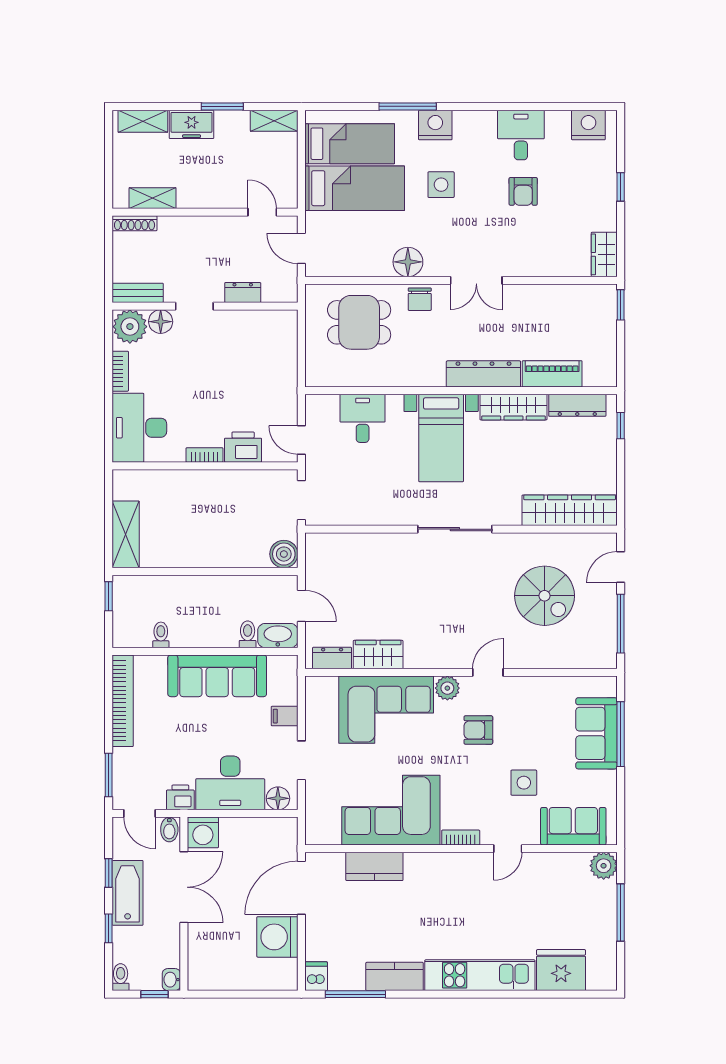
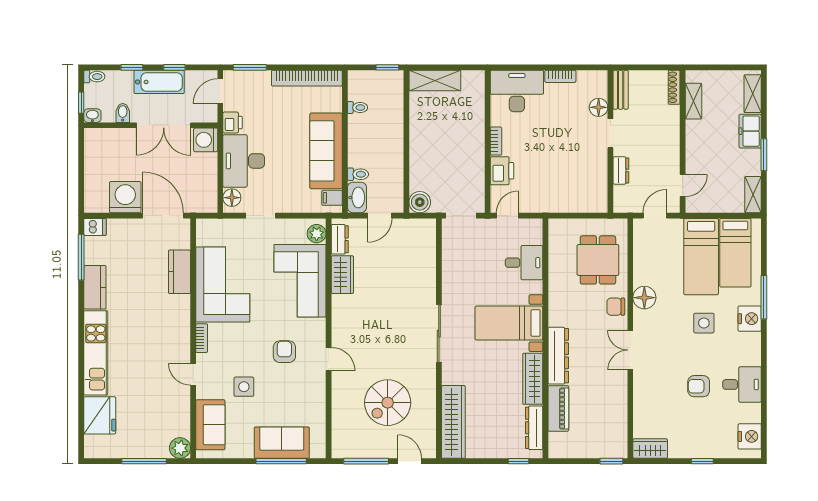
plant: (130, 327) -> (595, 84), removed
plant: (447, 688) -> (317, 234), moved
filing cabinet: (285, 716) -> (332, 198), moved, turned -90
bidet: (169, 829) -> (123, 113), moved, turned 90

